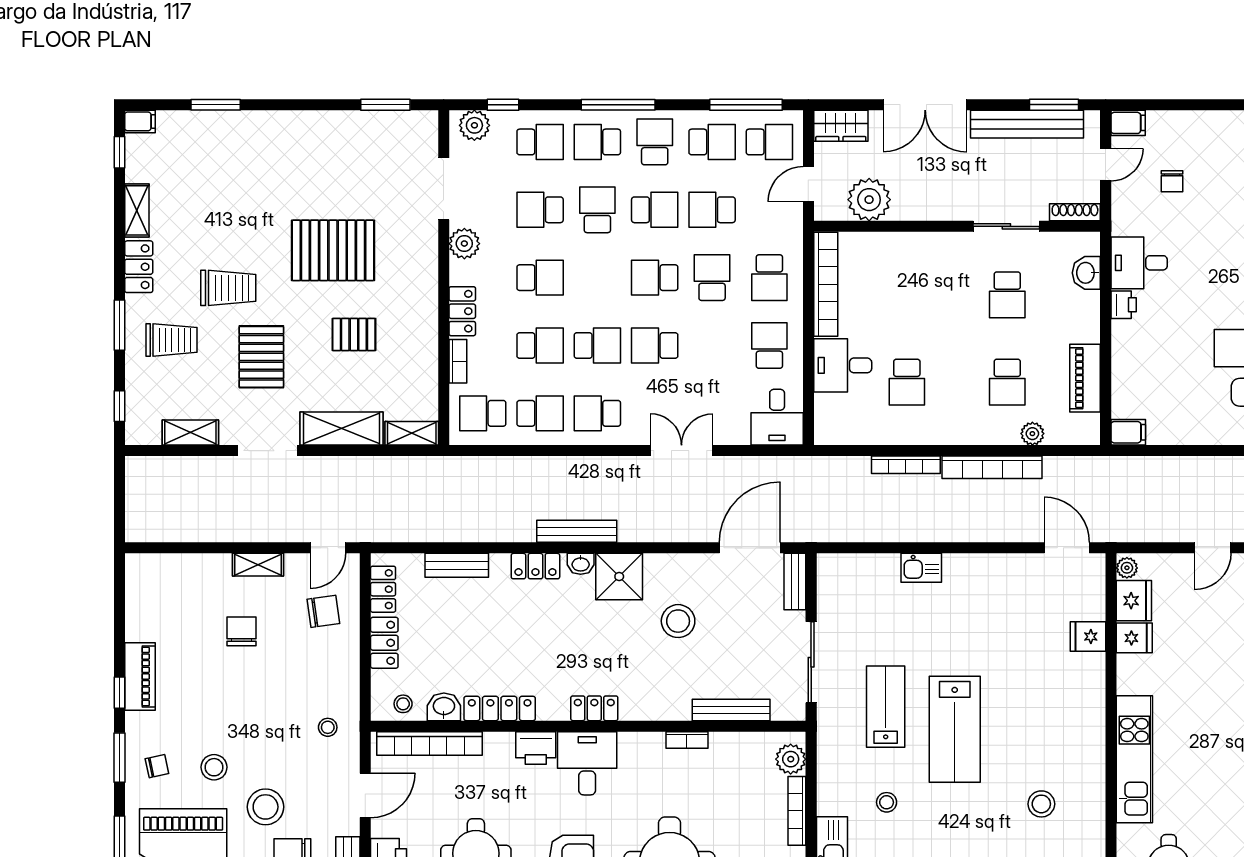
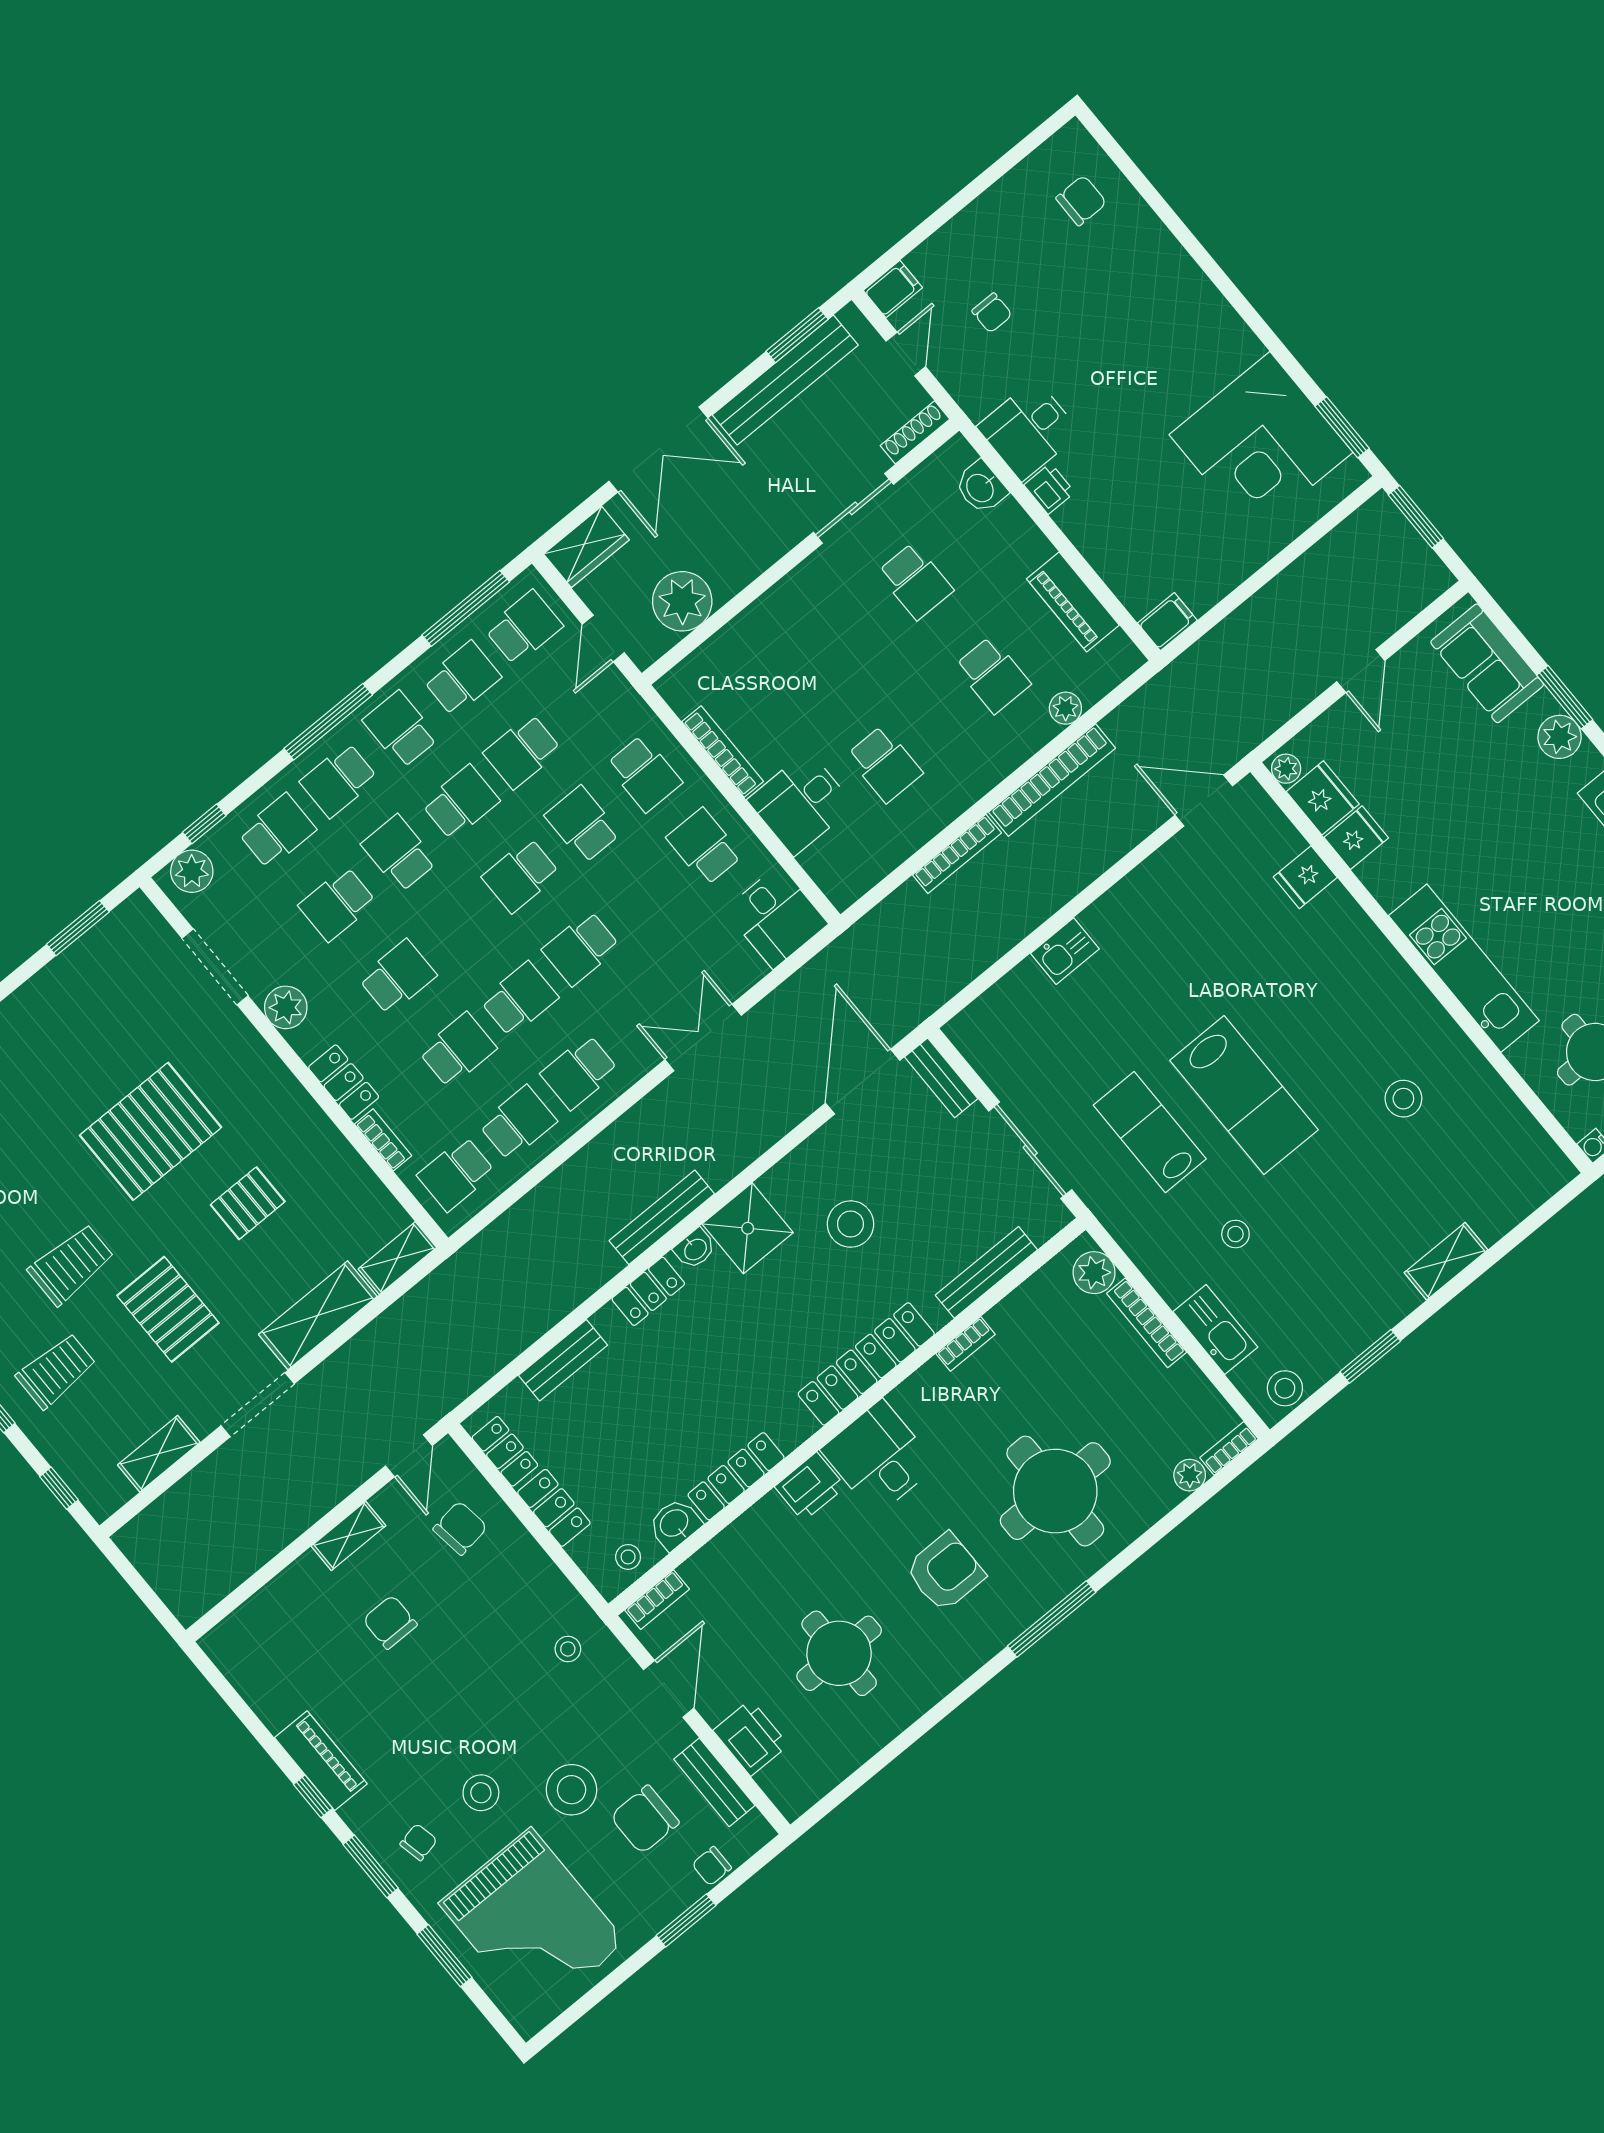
bookcase: (826, 284) -> (723, 752), width x0.68, depth x0.76
locker: (594, 708) -> (866, 1364), width x2.16, depth x1.21
bookcase: (429, 744) -> (657, 1600), width x0.43, depth x0.76

